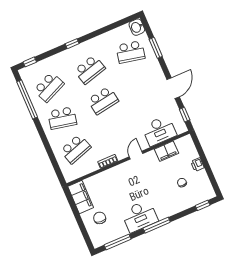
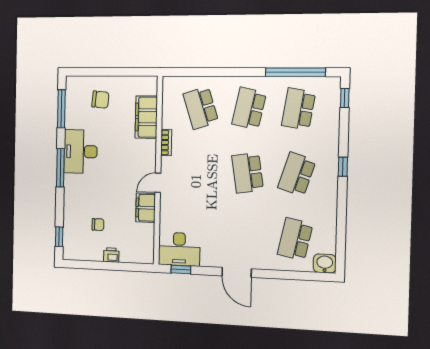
window: (156, 48) -> (285, 275), removed
school desk: (90, 69) -> (297, 174), turned 33
school desk: (49, 87) -> (298, 109), turned 33
door: (173, 88) -> (237, 272), moved
desk: (159, 131) -> (179, 249), moved, turned -90
filing cabinet: (166, 151) -> (146, 208), moved
door: (136, 155) -> (158, 183), swing flipped
filing cabinet: (81, 197) -> (146, 117), moved, turned 90

